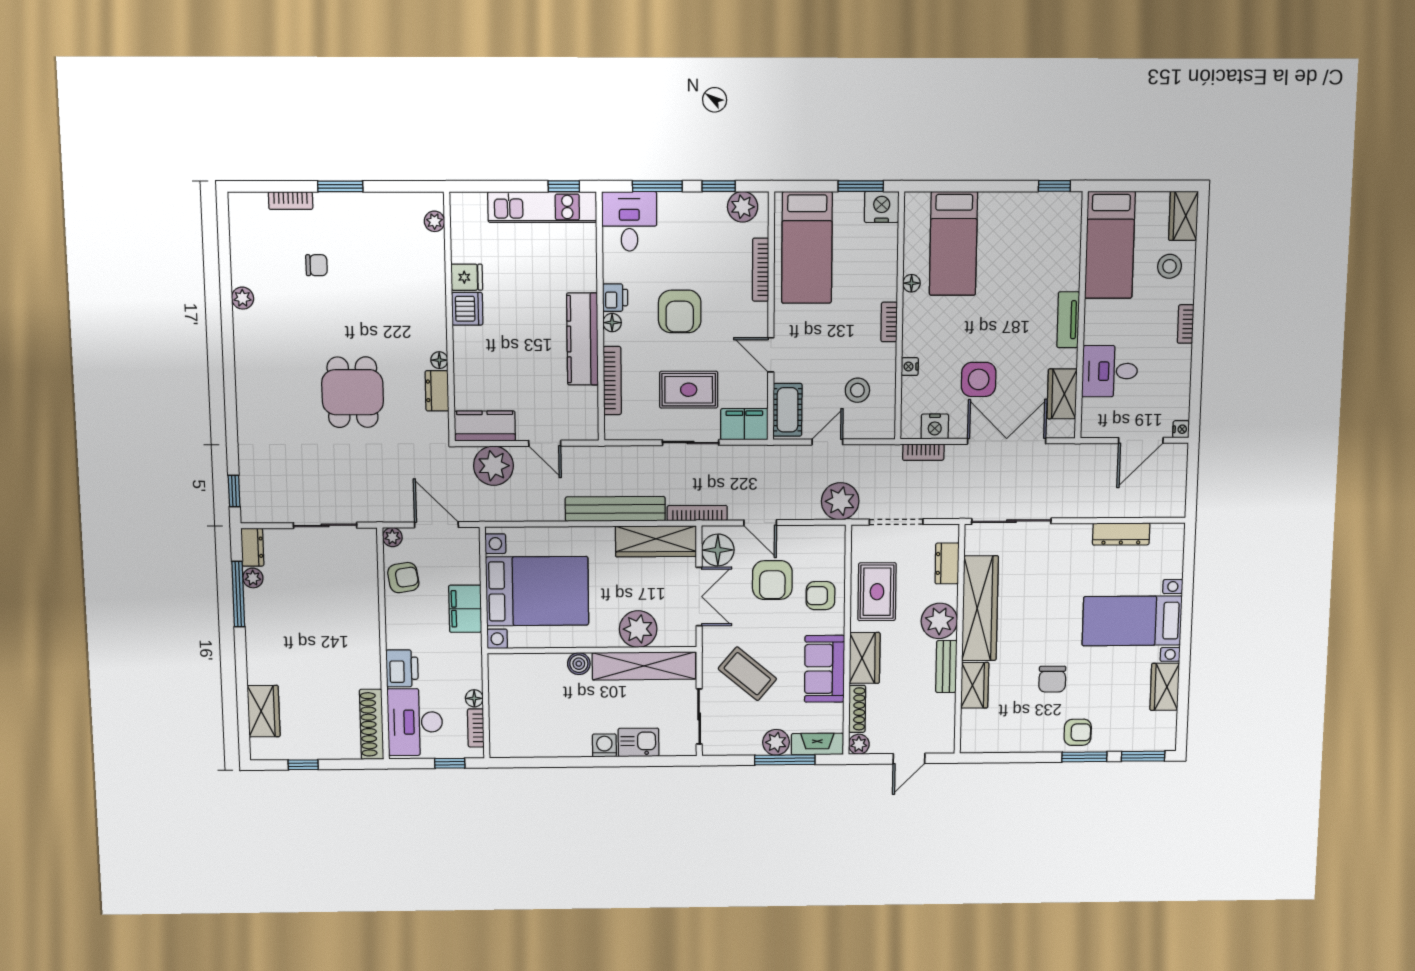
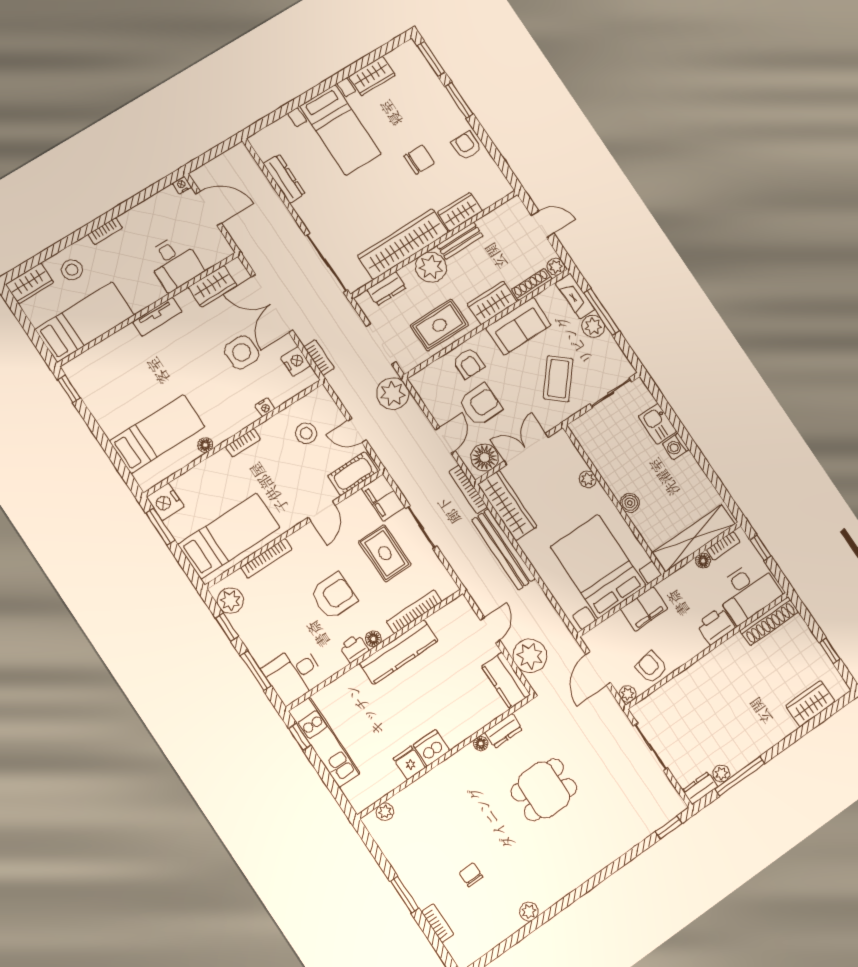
plant: (638, 629) -> (588, 479), width x0.53, depth x0.53
shelving: (644, 666) -> (694, 538), moved, turned 90
armchair: (1078, 732) -> (467, 146), moved

